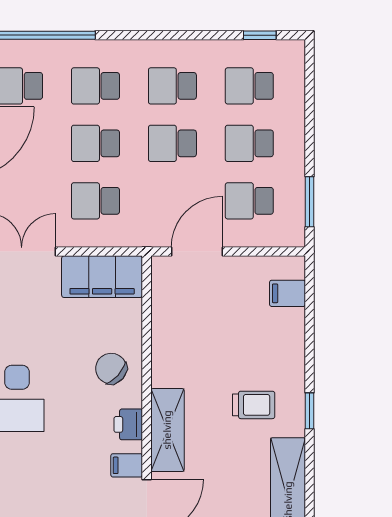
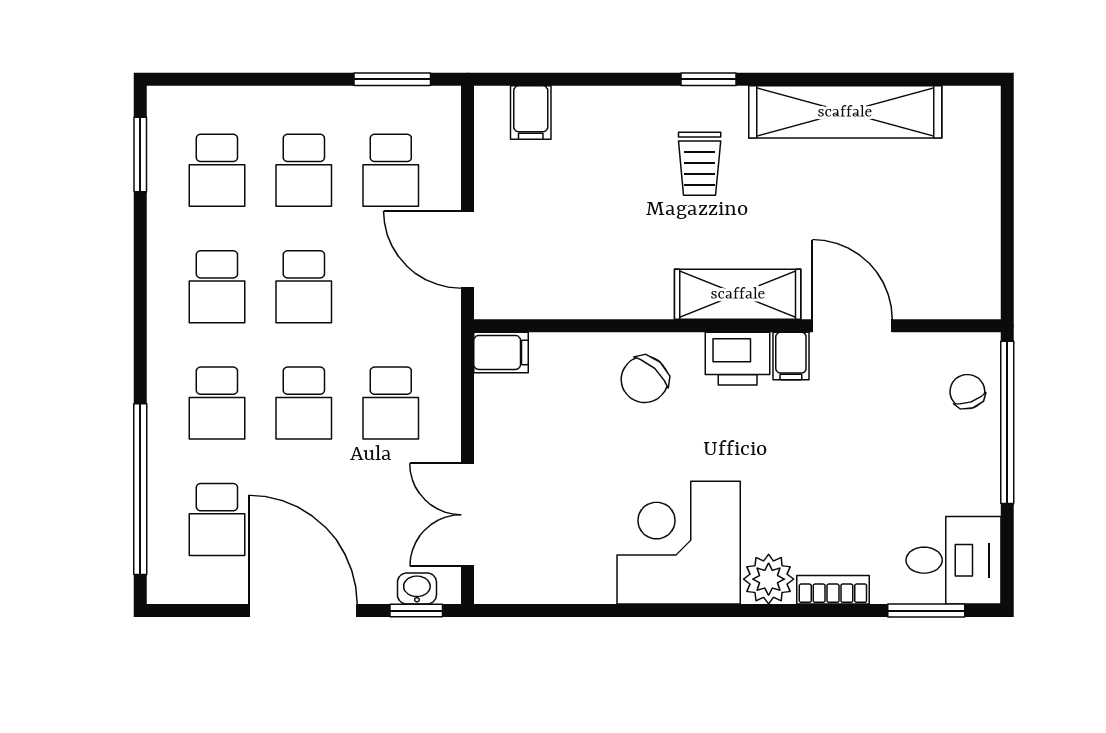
window: (260, 35) -> (140, 155), width x1.50
filing cabinet: (102, 277) -> (501, 352), width x0.33, depth x0.86
trolley: (254, 405) -> (700, 164), turned 180
printer: (128, 424) -> (738, 359), width x1.36, depth x1.24

